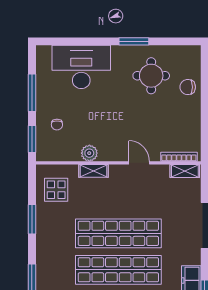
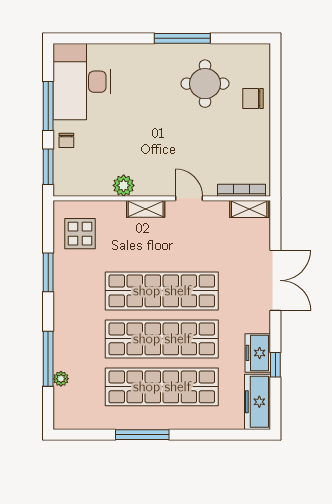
window: (134, 41) -> (182, 38), width x1.44
desk: (81, 67) -> (82, 82), moved, turned -90
chair: (57, 125) -> (66, 140), moved
shelving: (94, 171) -> (146, 209), moved

